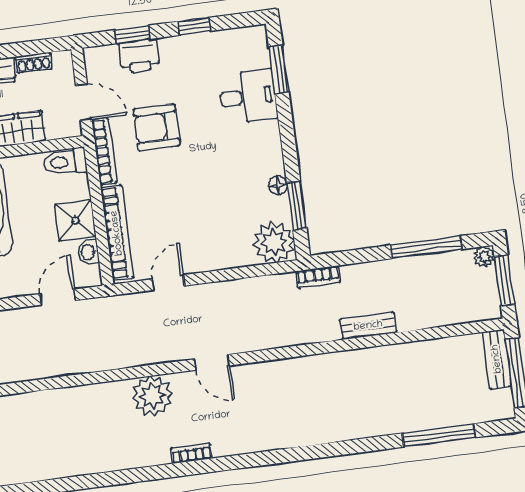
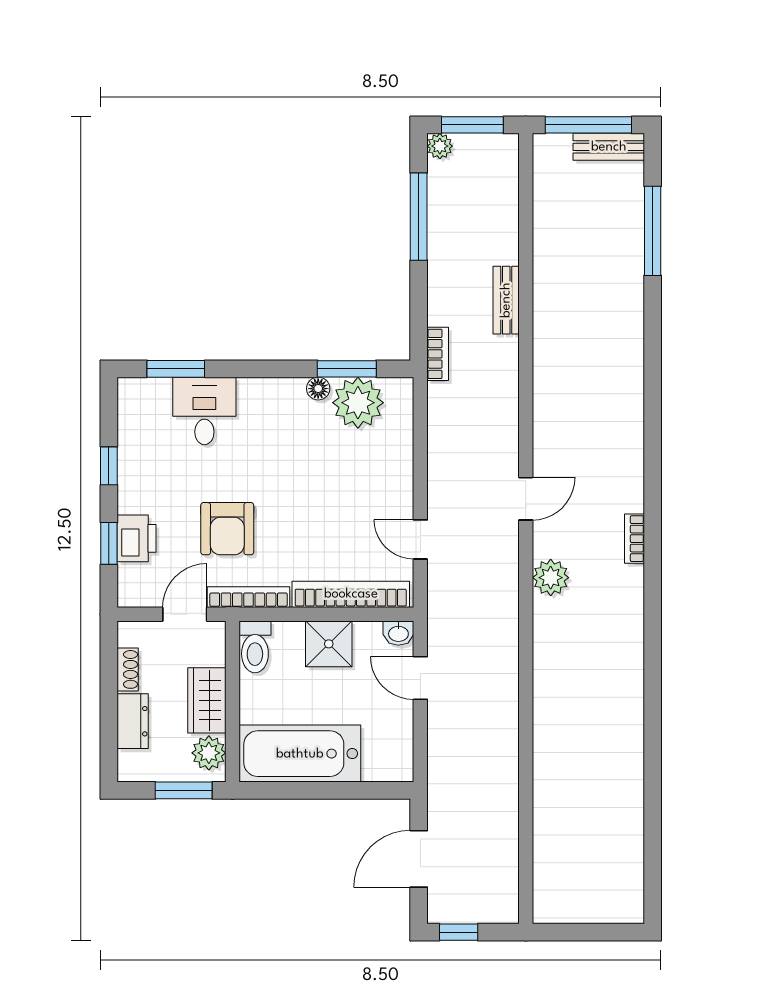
plant: (274, 242) -> (358, 403), moved
washbasin: (88, 252) -> (398, 633), moved
bench: (497, 359) -> (609, 147), moved
plant: (152, 396) -> (551, 578), width x0.73, depth x0.73

